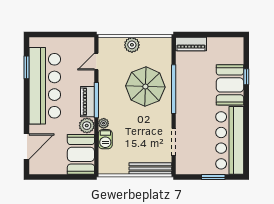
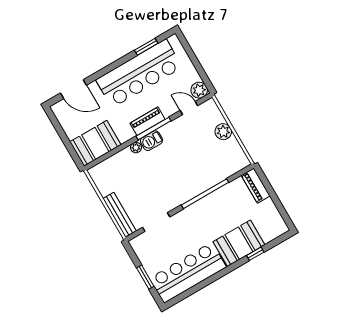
parasol: (145, 87) -> (192, 166), removed
plant: (87, 126) -> (199, 90), moved
barbecue: (105, 139) -> (152, 141), moved

